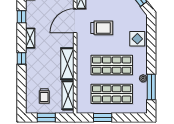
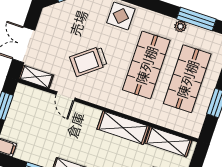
door: (75, 21) -> (66, 96), width x0.53
trolley: (102, 28) -> (88, 61), turned -128

